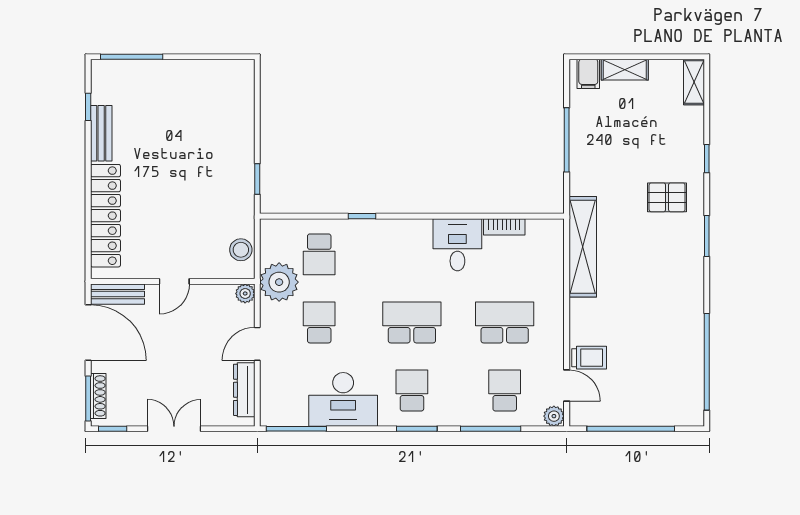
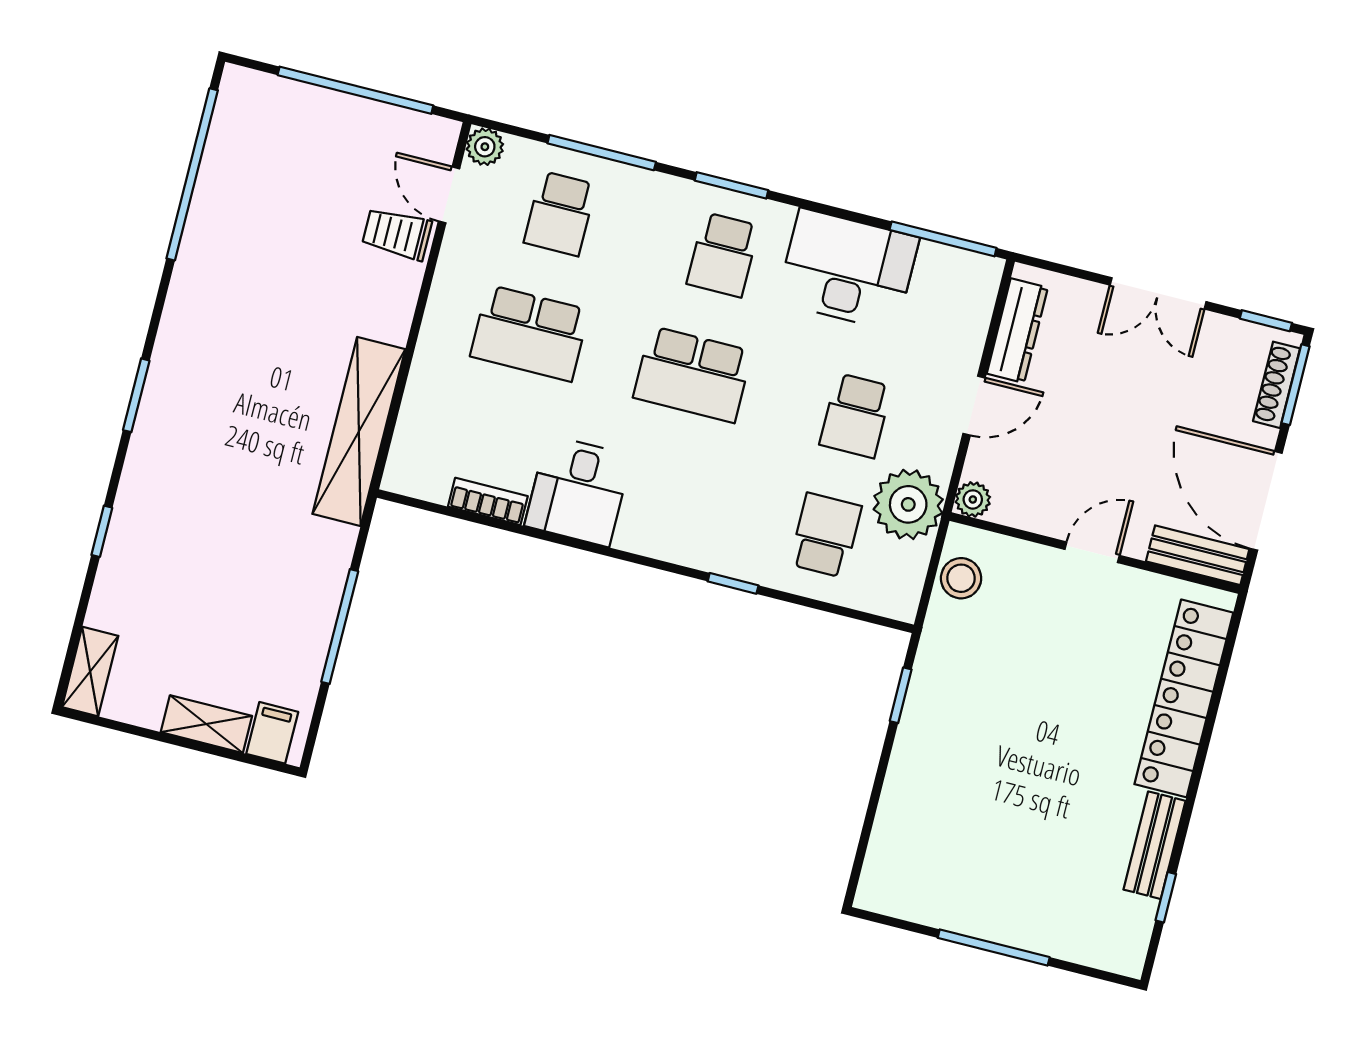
window: (132, 57) -> (994, 948), moved
pallet: (667, 197) -> (189, 481), removed

